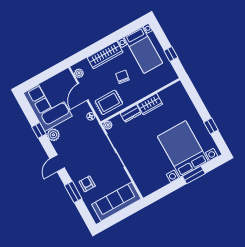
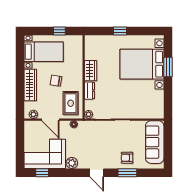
window: (211, 126) -> (120, 31), moved
window: (39, 130) -> (42, 173), moved

